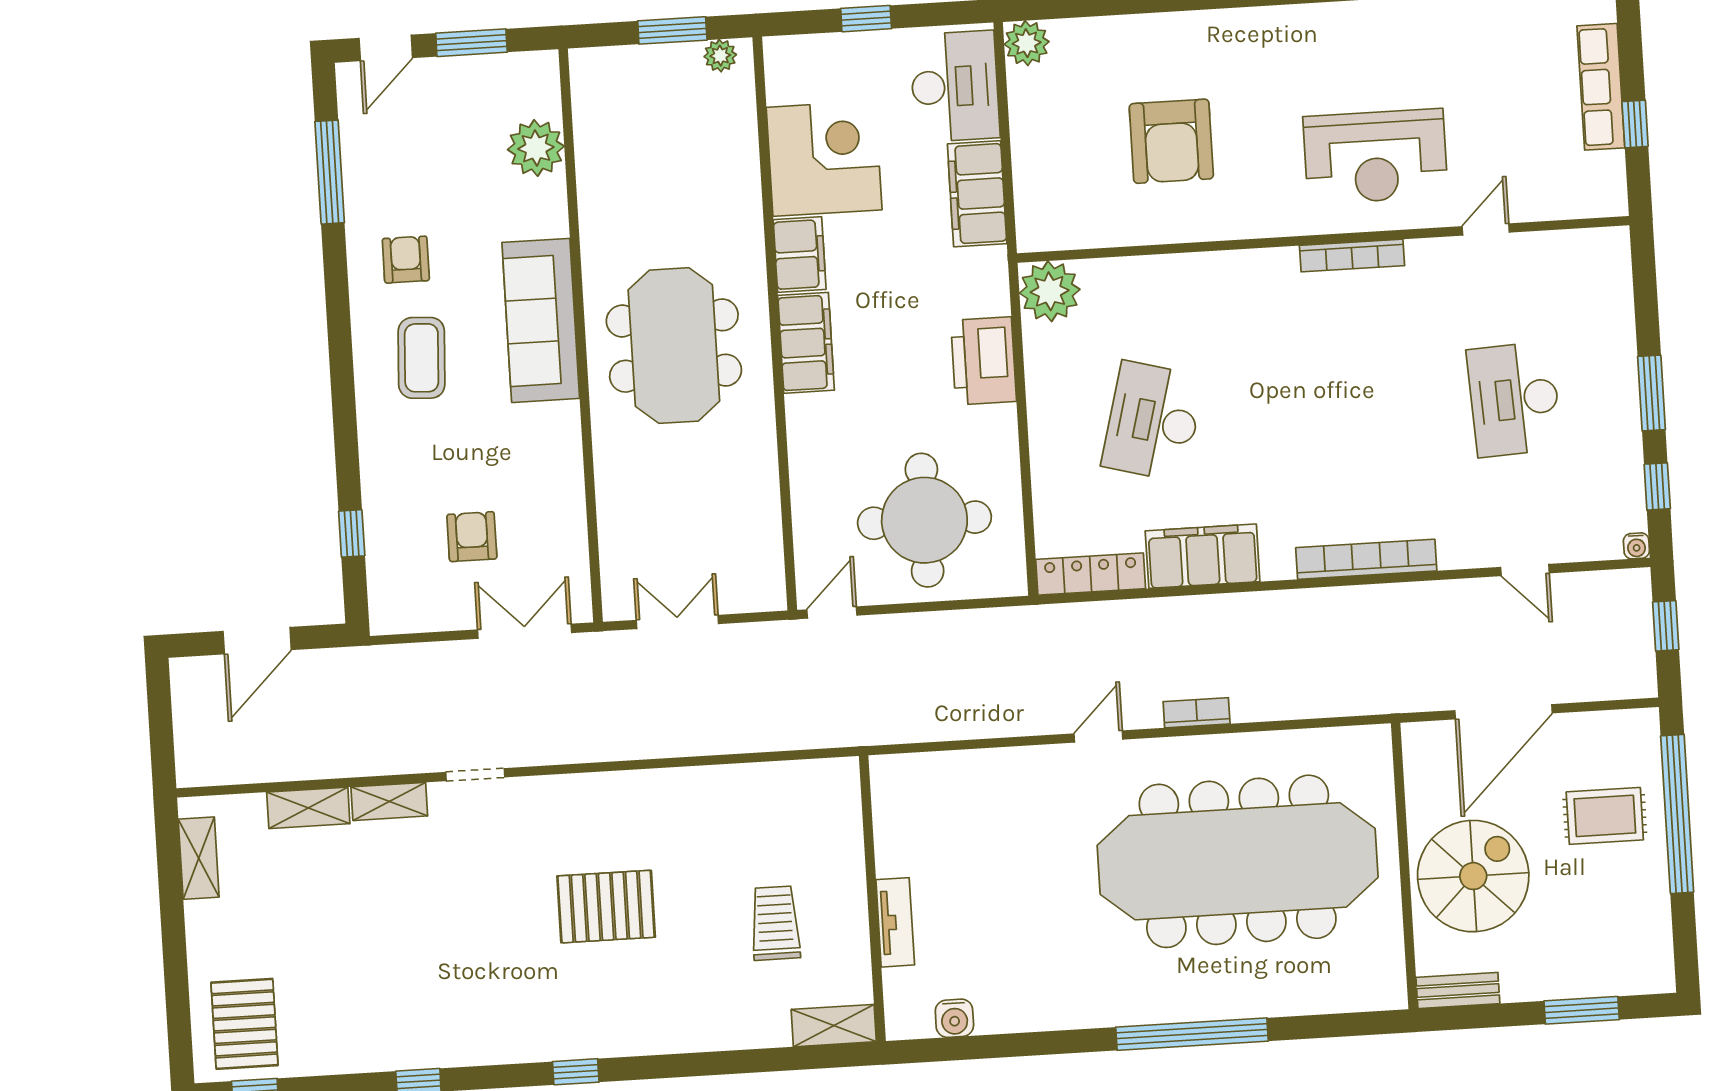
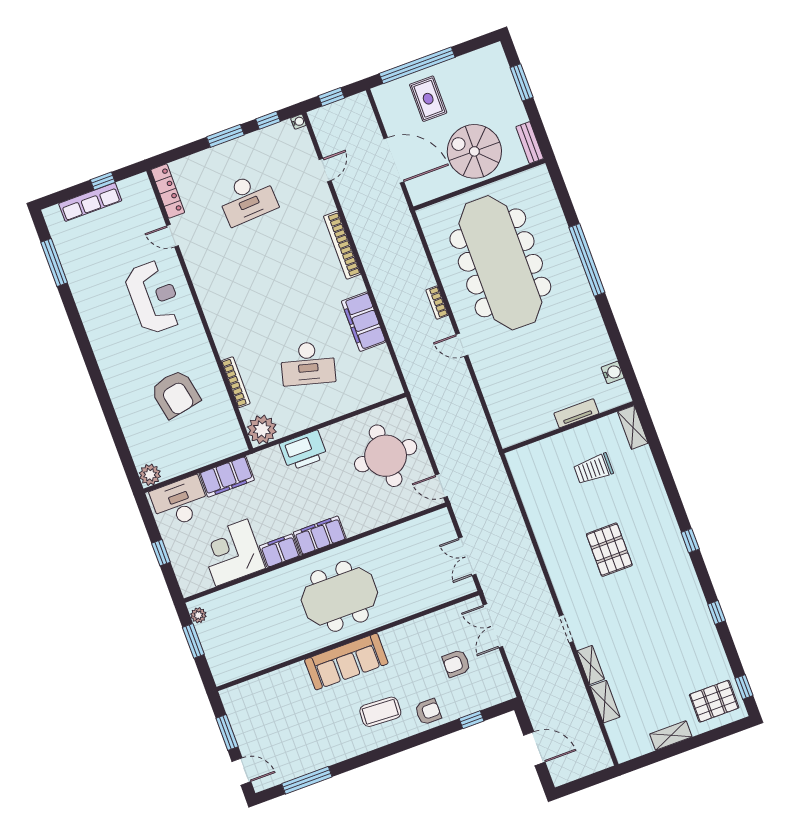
armchair: (1171, 141) -> (175, 394), turned 79
plant: (536, 148) -> (267, 688), removed
bookcase: (1352, 256) -> (236, 382), moved
armchair: (406, 260) -> (428, 712), moved, turned 180
locker: (1091, 574) -> (168, 191), moved, turned 180
shelving: (199, 858) -> (671, 735), moved

